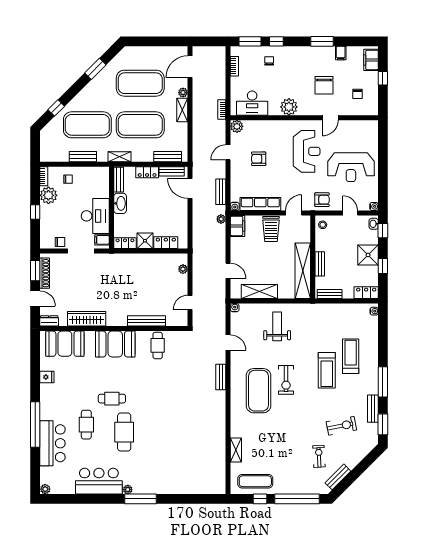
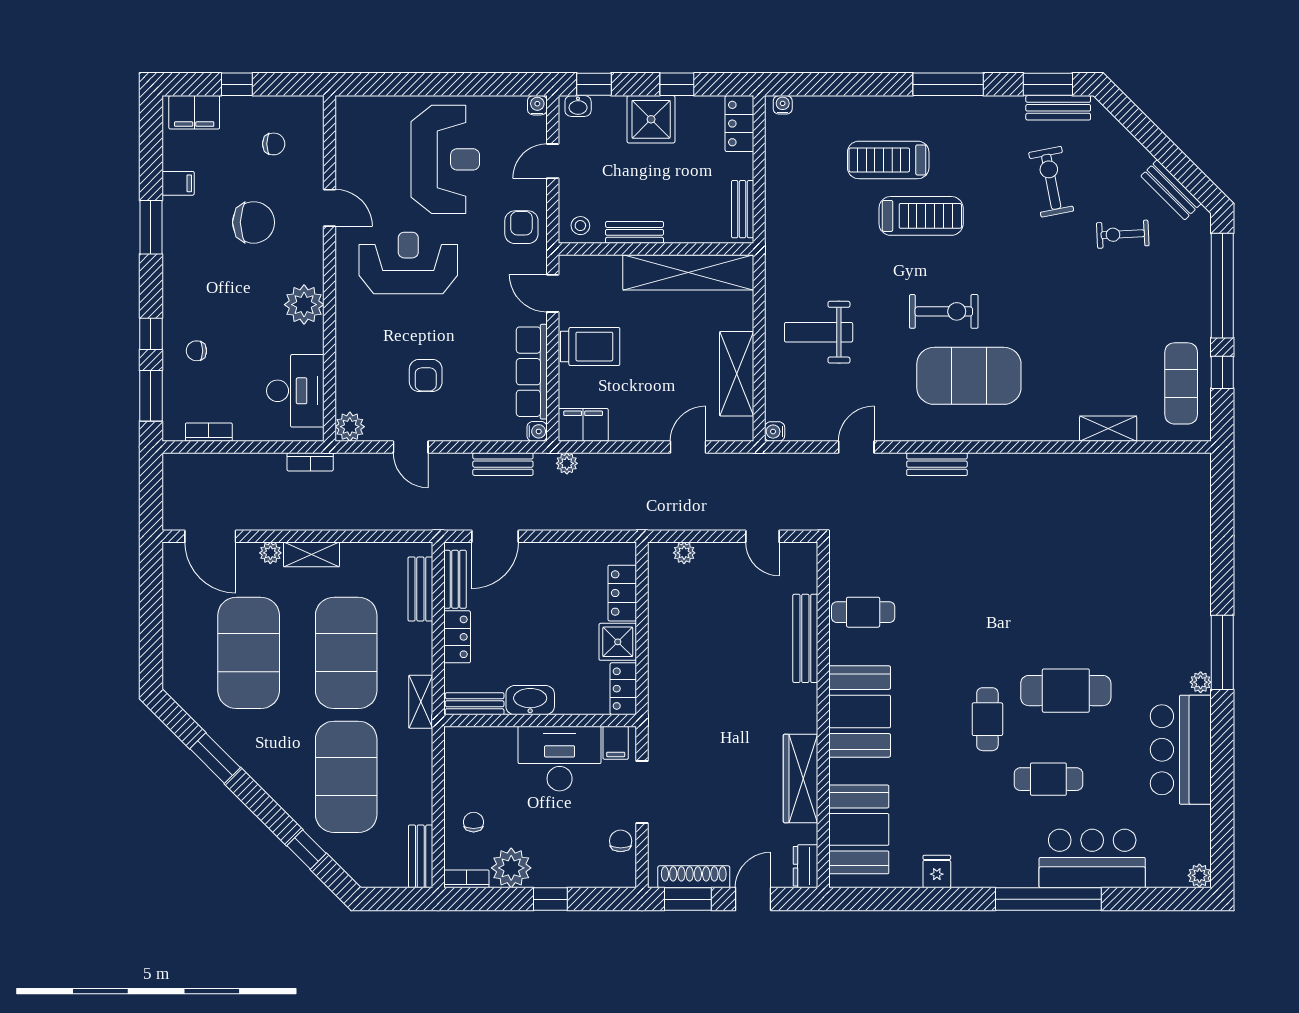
bench: (83, 157) -> (421, 856), moved
bench: (320, 264) -> (634, 232), moved
bench: (373, 409) -> (1058, 108), moved

